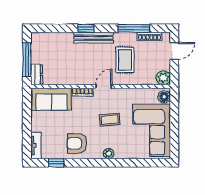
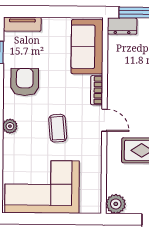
floor lamp: (164, 97) -> (89, 205), removed

